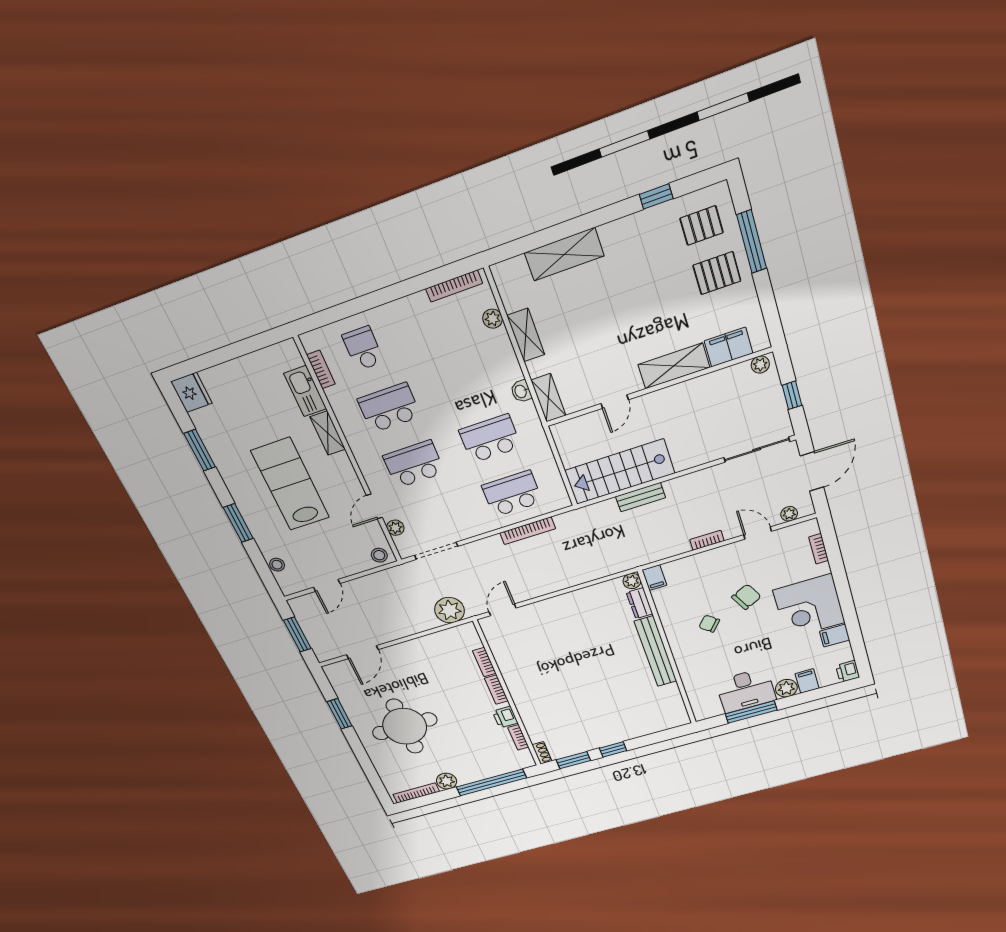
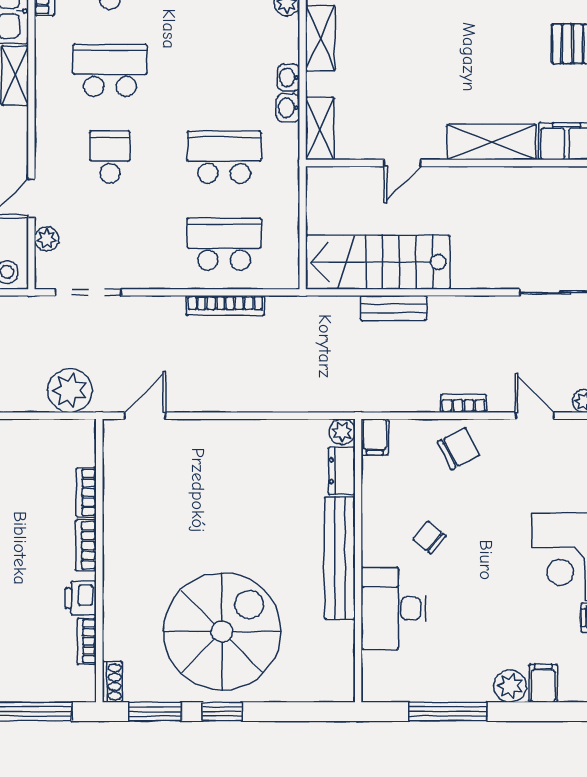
washbasin: (514, 370) -> (289, 77), added
school desk: (414, 464) -> (110, 157), width x0.54
chair: (746, 597) -> (458, 449), moved
desk: (746, 690) -> (393, 609), moved, turned 90
spiral stairs: (597, 710) -> (222, 632), added

